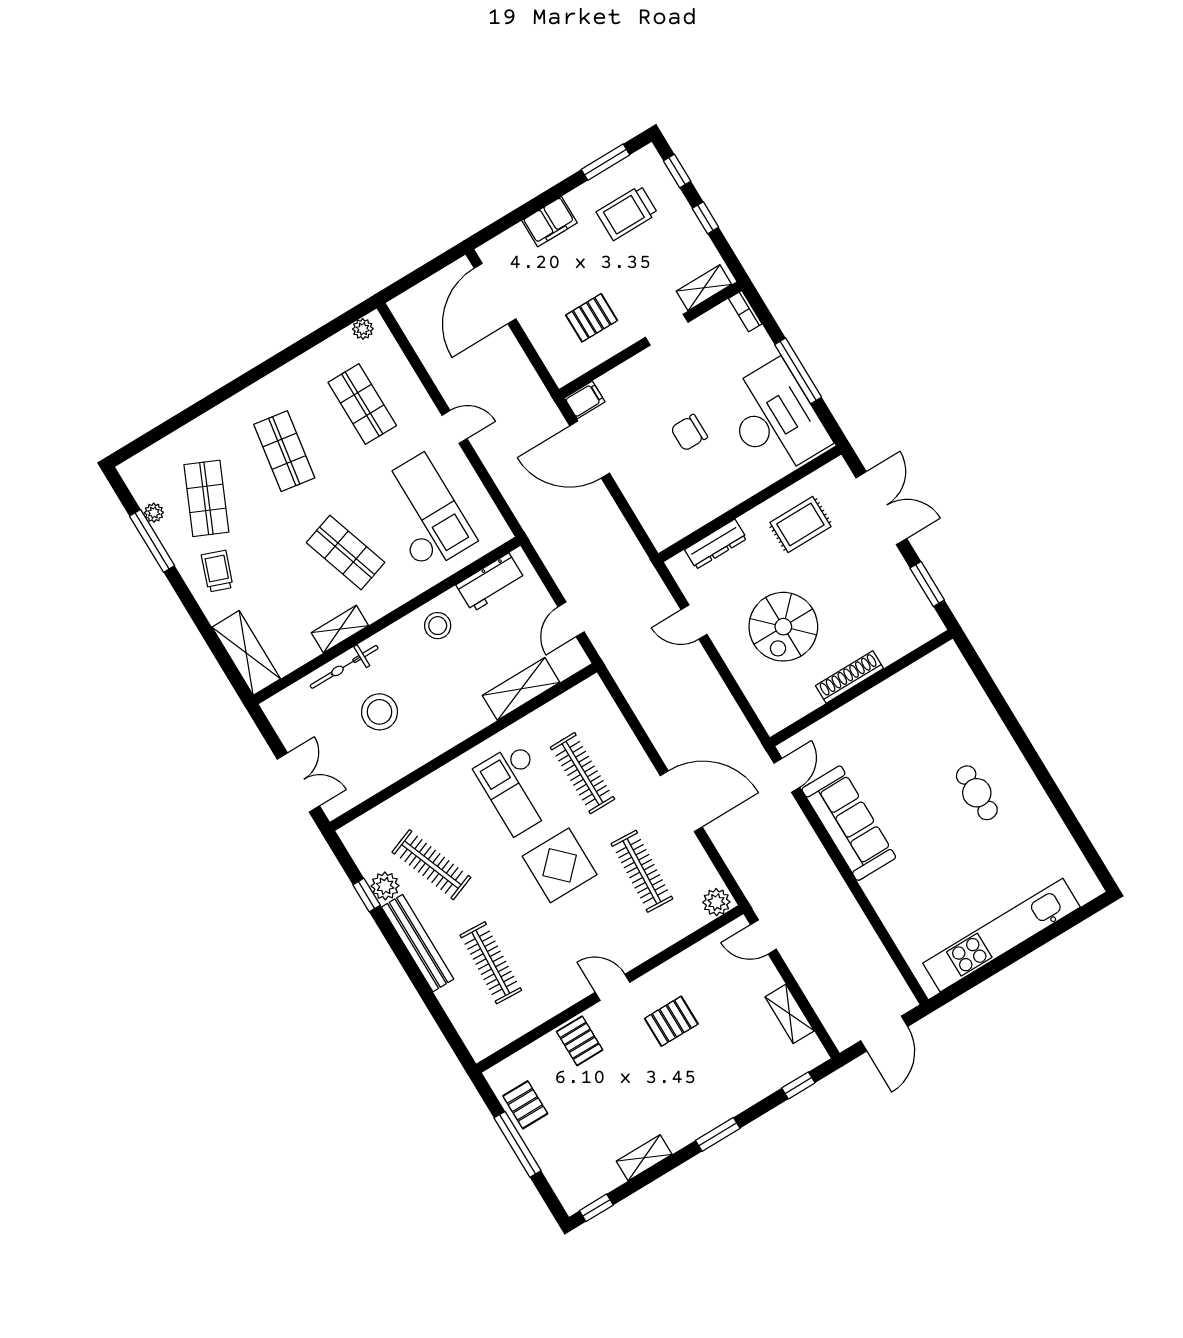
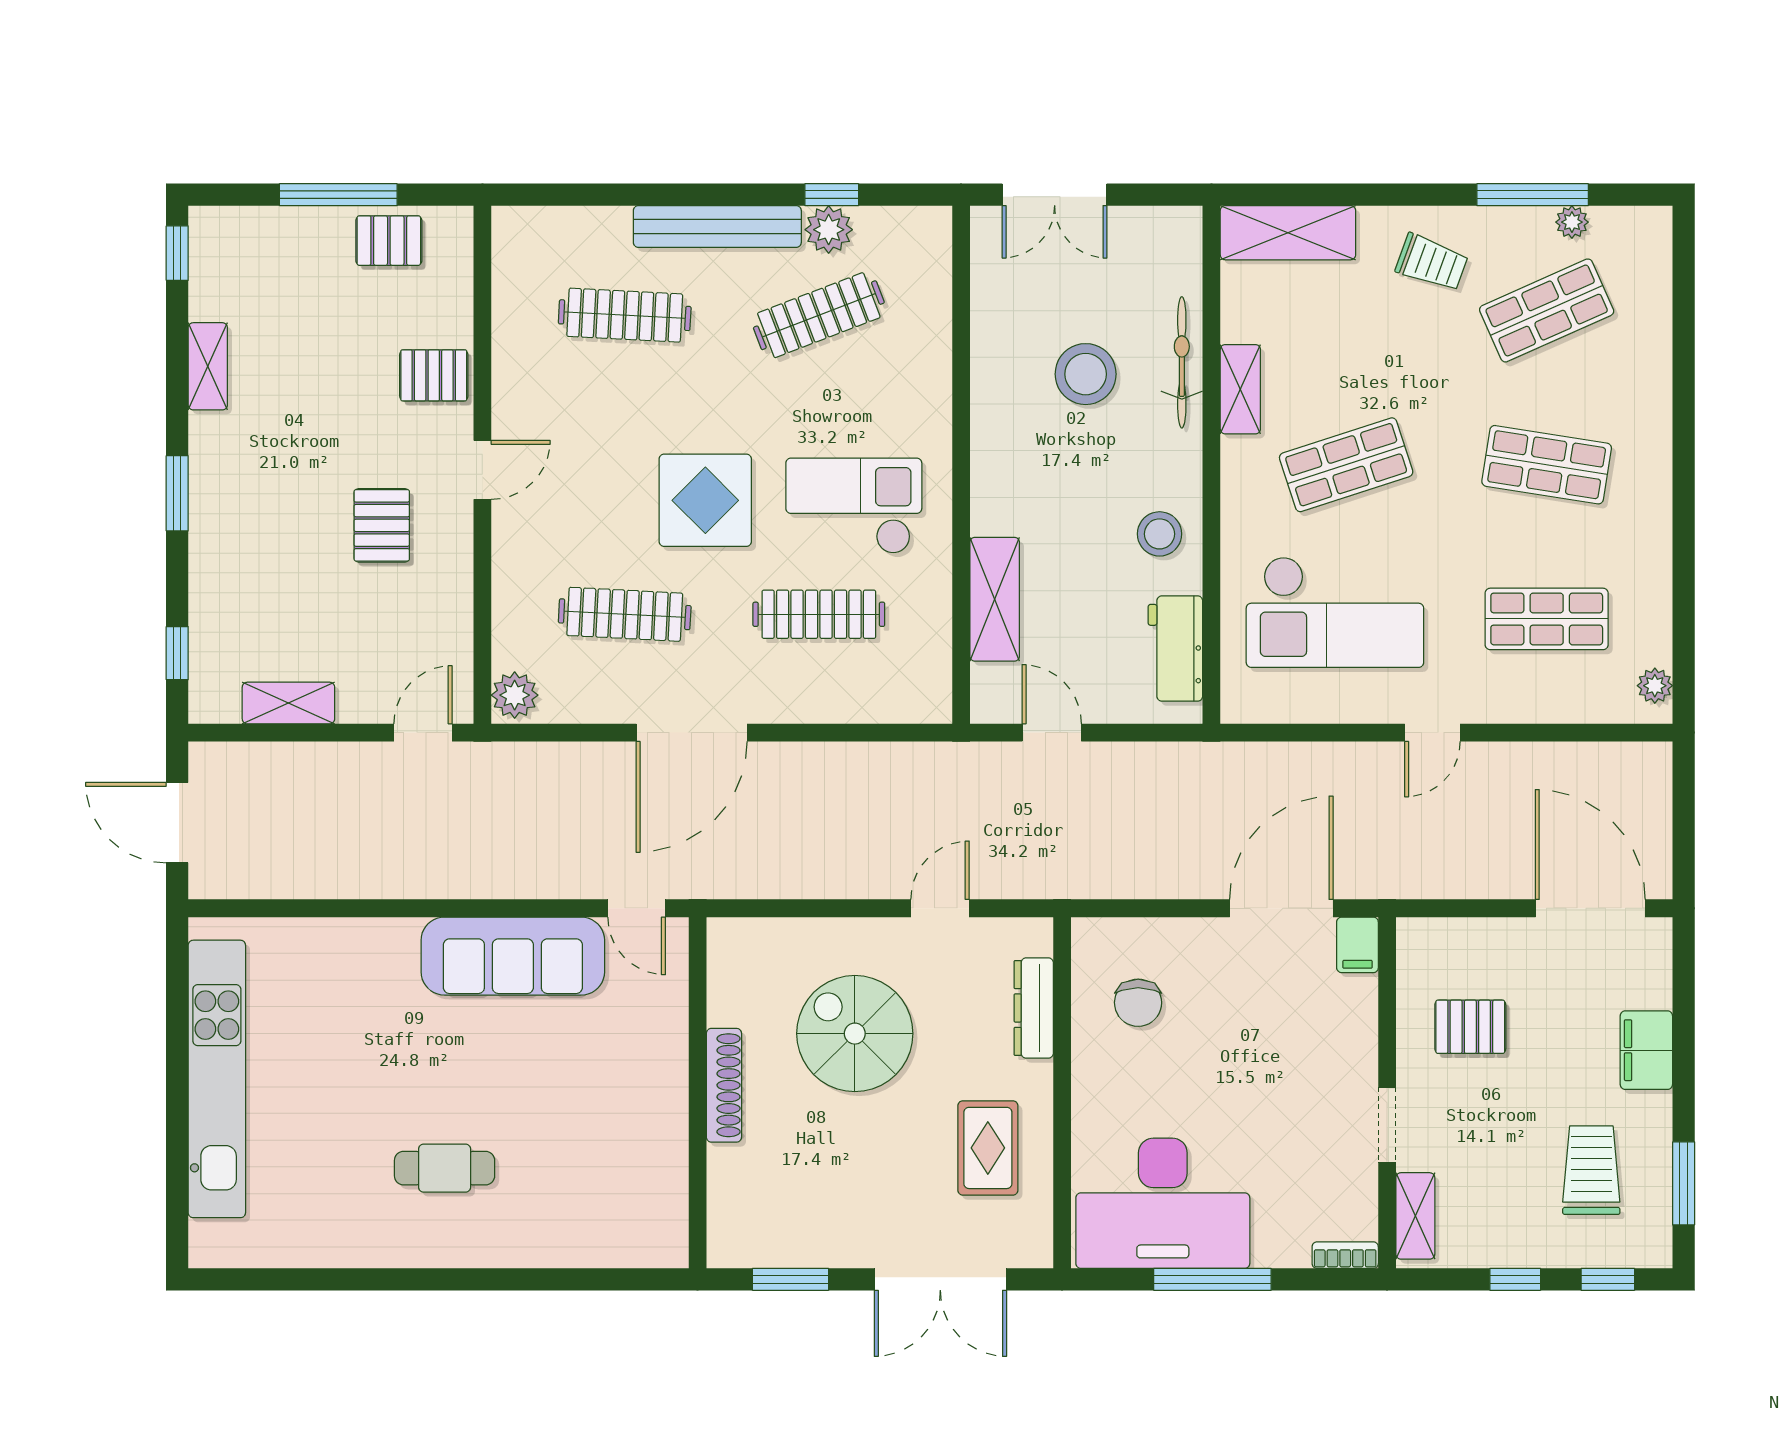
pallet: (592, 318) -> (1470, 1027), turned 90
chair: (689, 433) -> (1138, 1003), moved, turned 180
shop shelf: (206, 498) -> (1547, 310), turned -48

